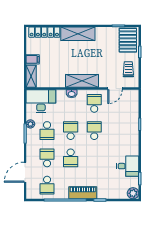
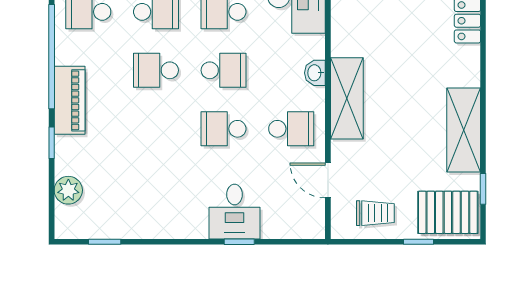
shelving: (78, 34) -> (464, 130), moved
school desk: (94, 131) -> (224, 129), turned 180
desk: (128, 166) -> (234, 212), moved
plant: (133, 193) -> (68, 190), moved

